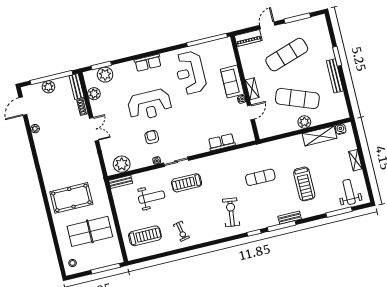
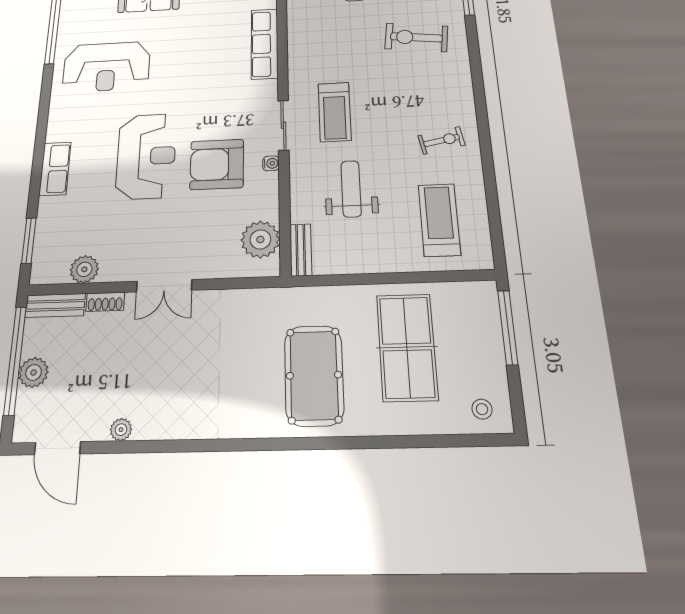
row of seats: (148, 63) -> (55, 169), moved
plant: (105, 75) -> (51, 236), removed
double door: (94, 129) -> (164, 286), swing flipped
armchair: (152, 137) -> (217, 164), width x1.88, depth x1.88
row of seats: (222, 142) -> (265, 44), width x1.48

